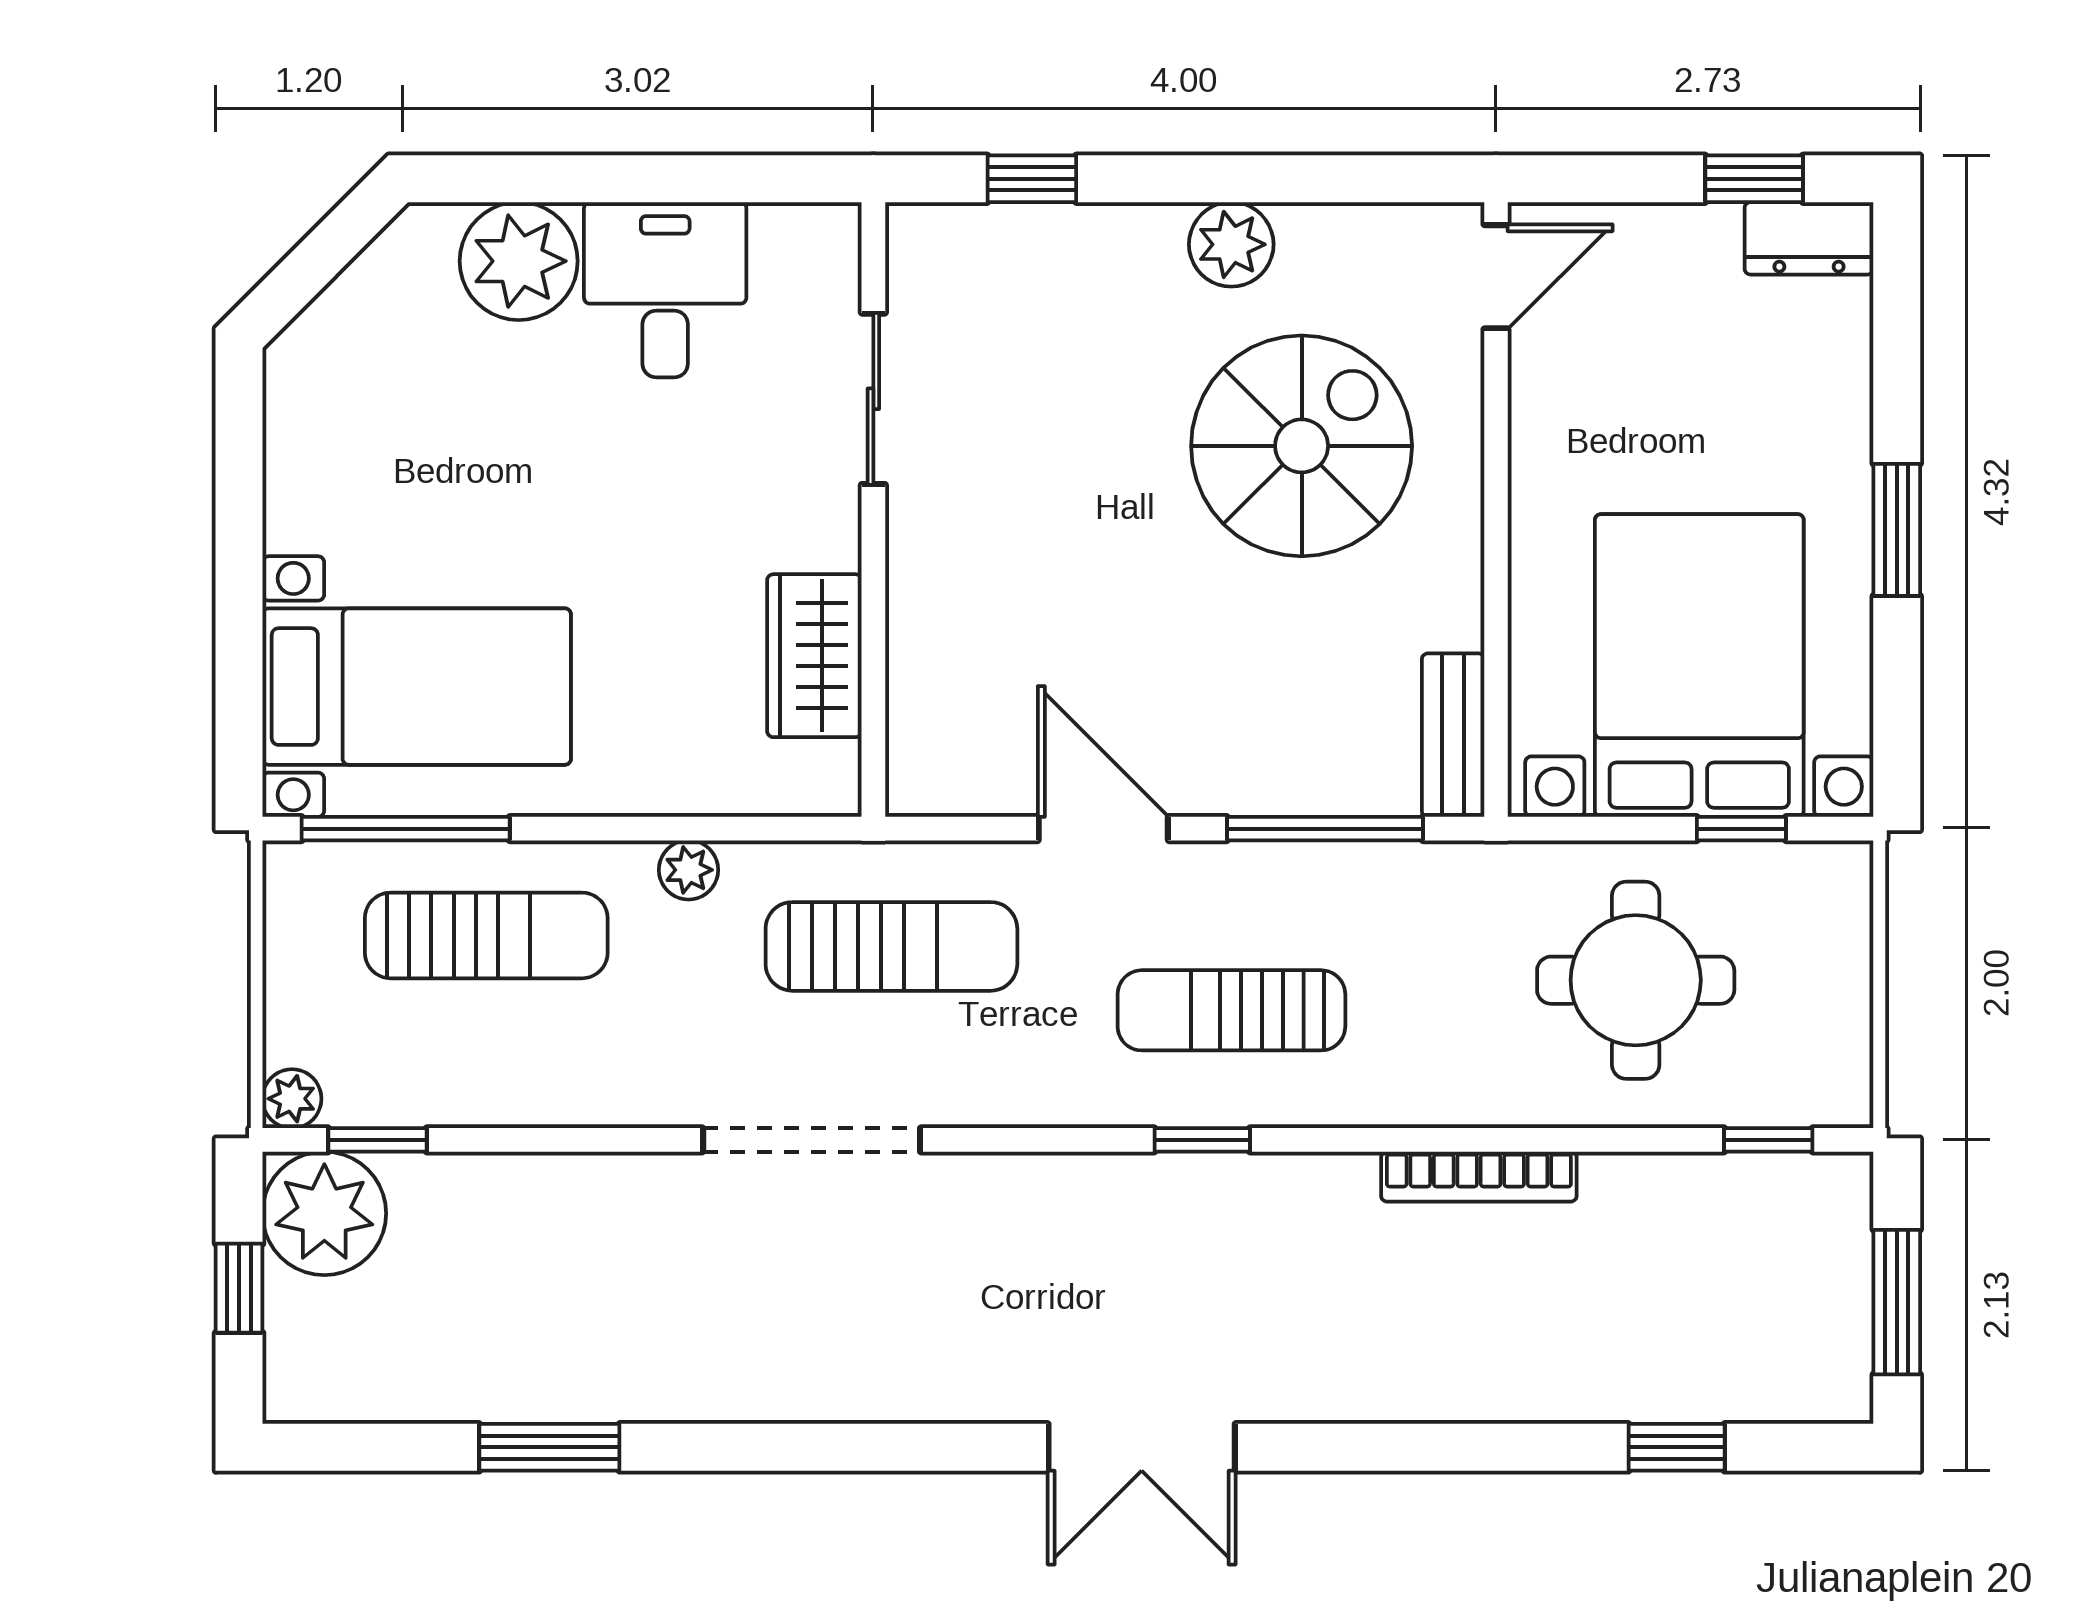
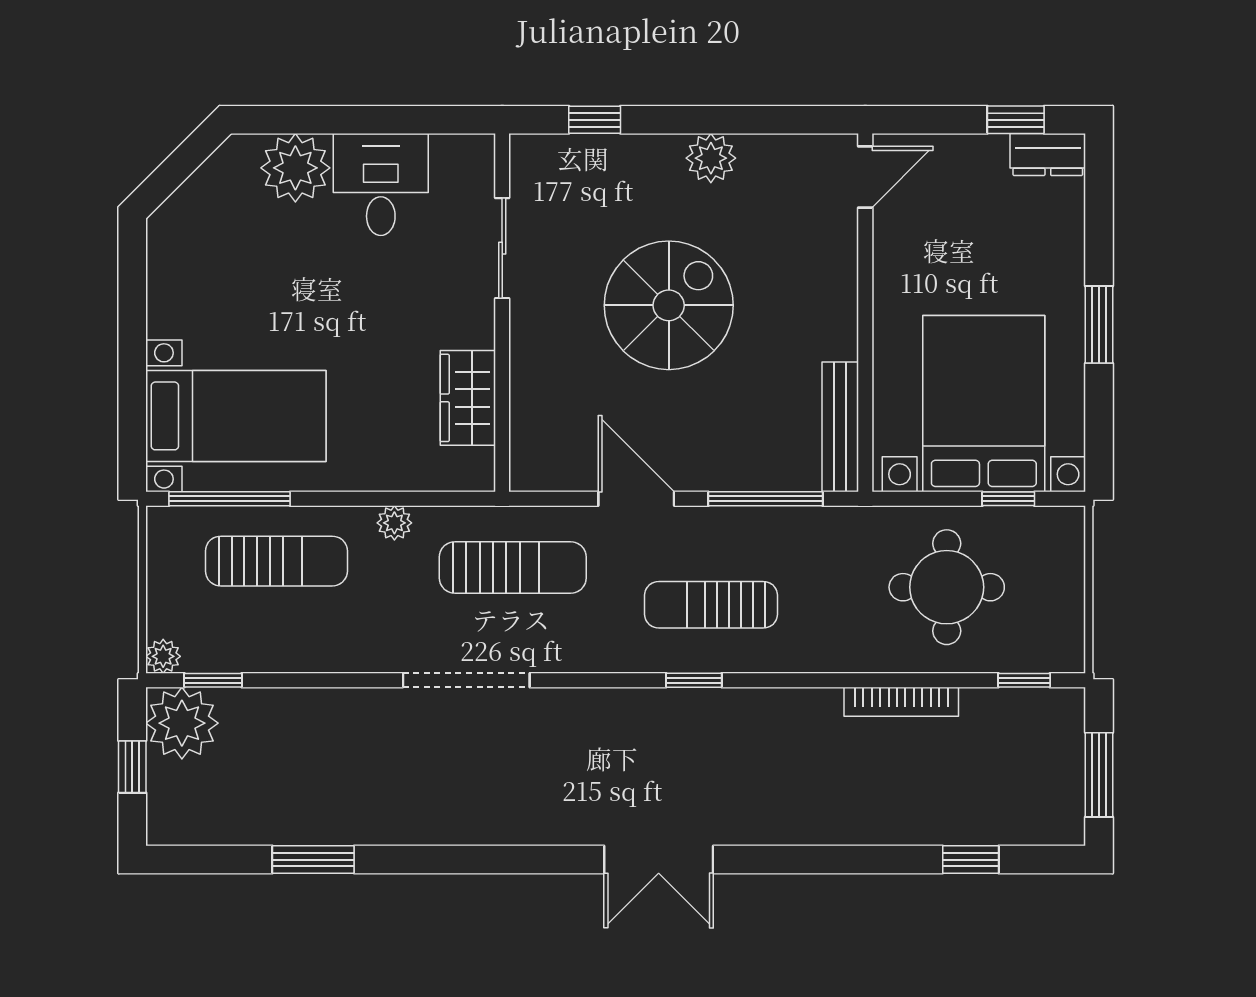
spiral stairs: (1302, 446) -> (669, 305), moved
bench: (1453, 735) -> (840, 427), width x1.36
bookcase: (1479, 1177) -> (901, 702), moved

